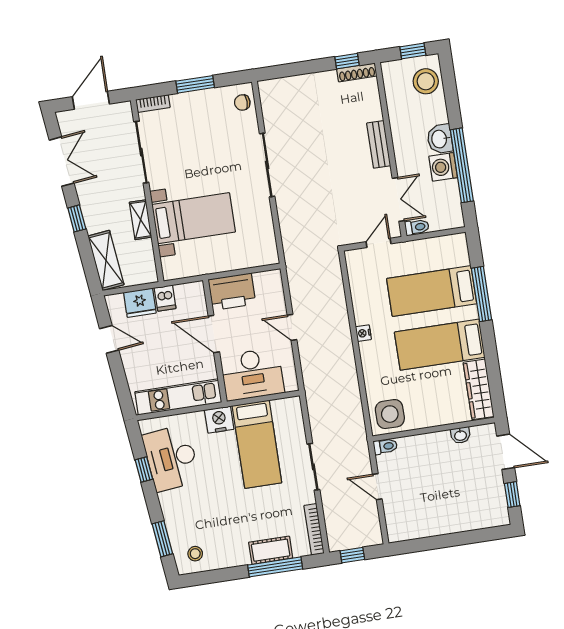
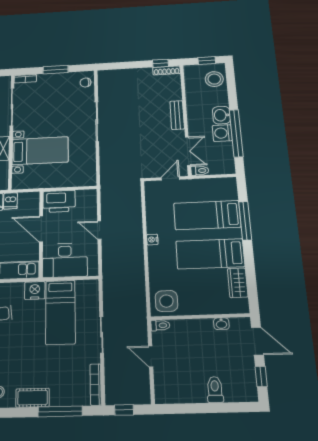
wardrobe: (479, 389) -> (238, 283), width x0.67
toilet: (458, 517) -> (215, 390), added
cot: (271, 550) -> (33, 398), moved

